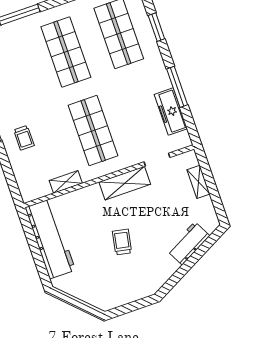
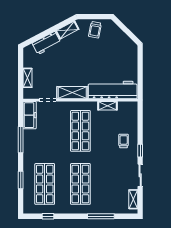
freezer: (171, 112) -> (30, 115), moved
workbench: (50, 239) -> (113, 90), moved, turned 90
trolley: (122, 242) -> (95, 30), moved
shelving: (164, 273) -> (67, 30), added

